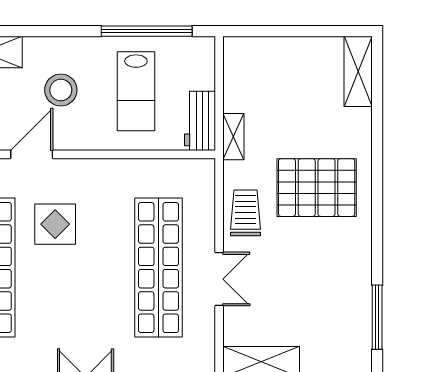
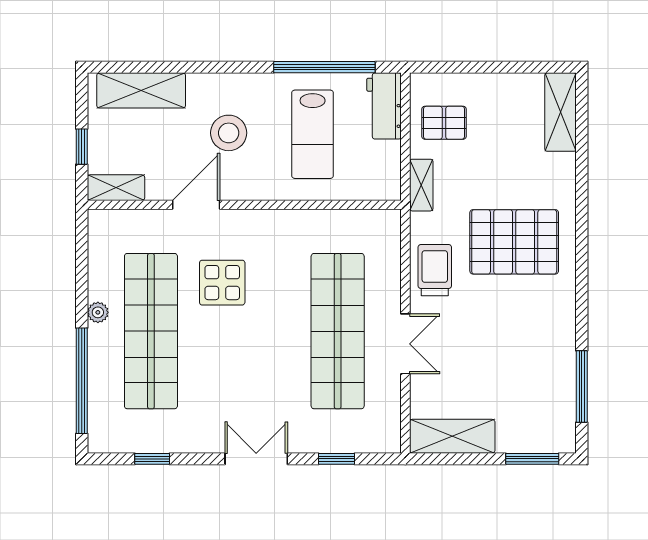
pallet: (254, 81) -> (444, 123), added
workbench: (200, 121) -> (384, 106), moved

